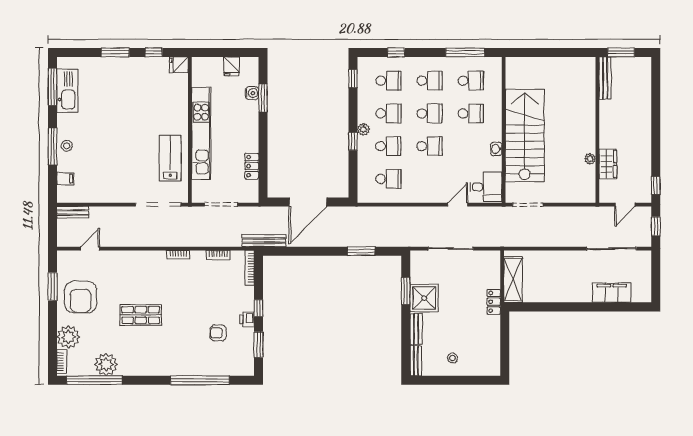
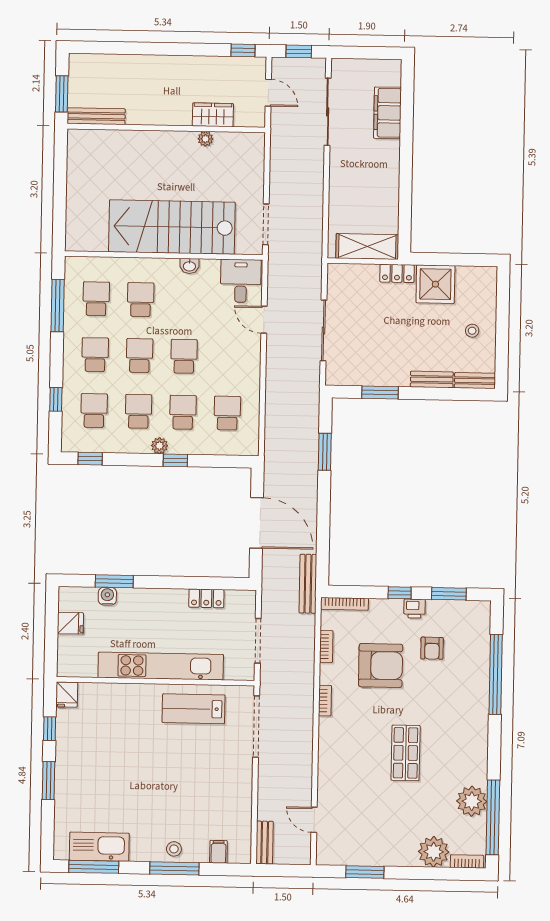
armchair: (81, 297) -> (381, 665), moved
shower: (424, 298) -> (435, 284), moved

